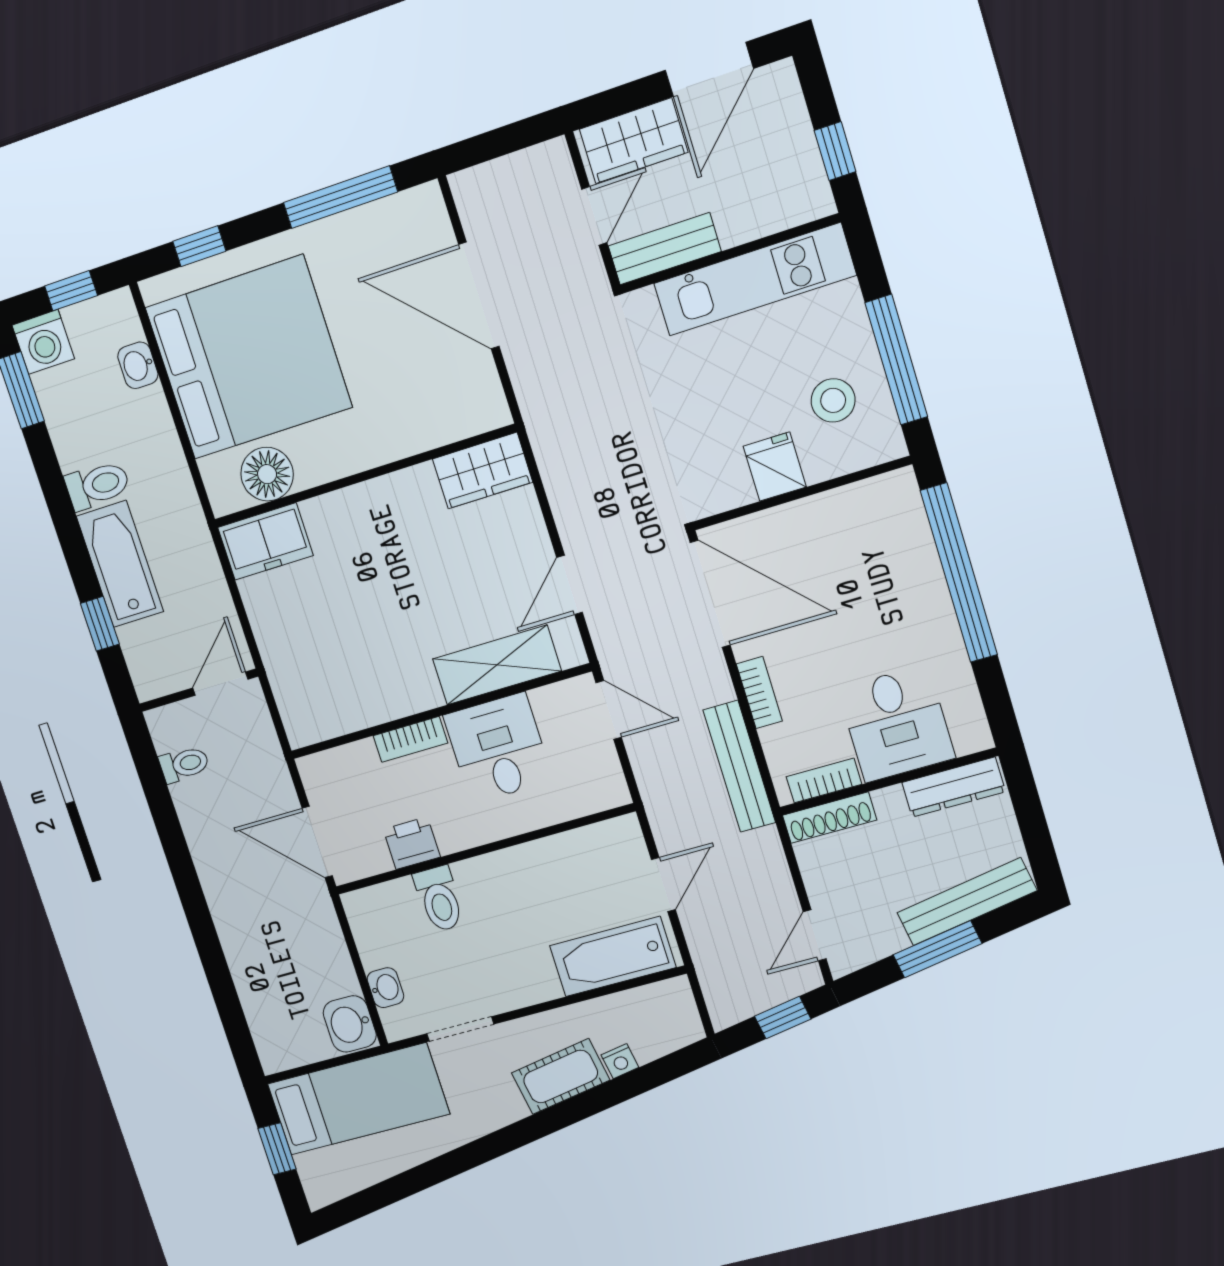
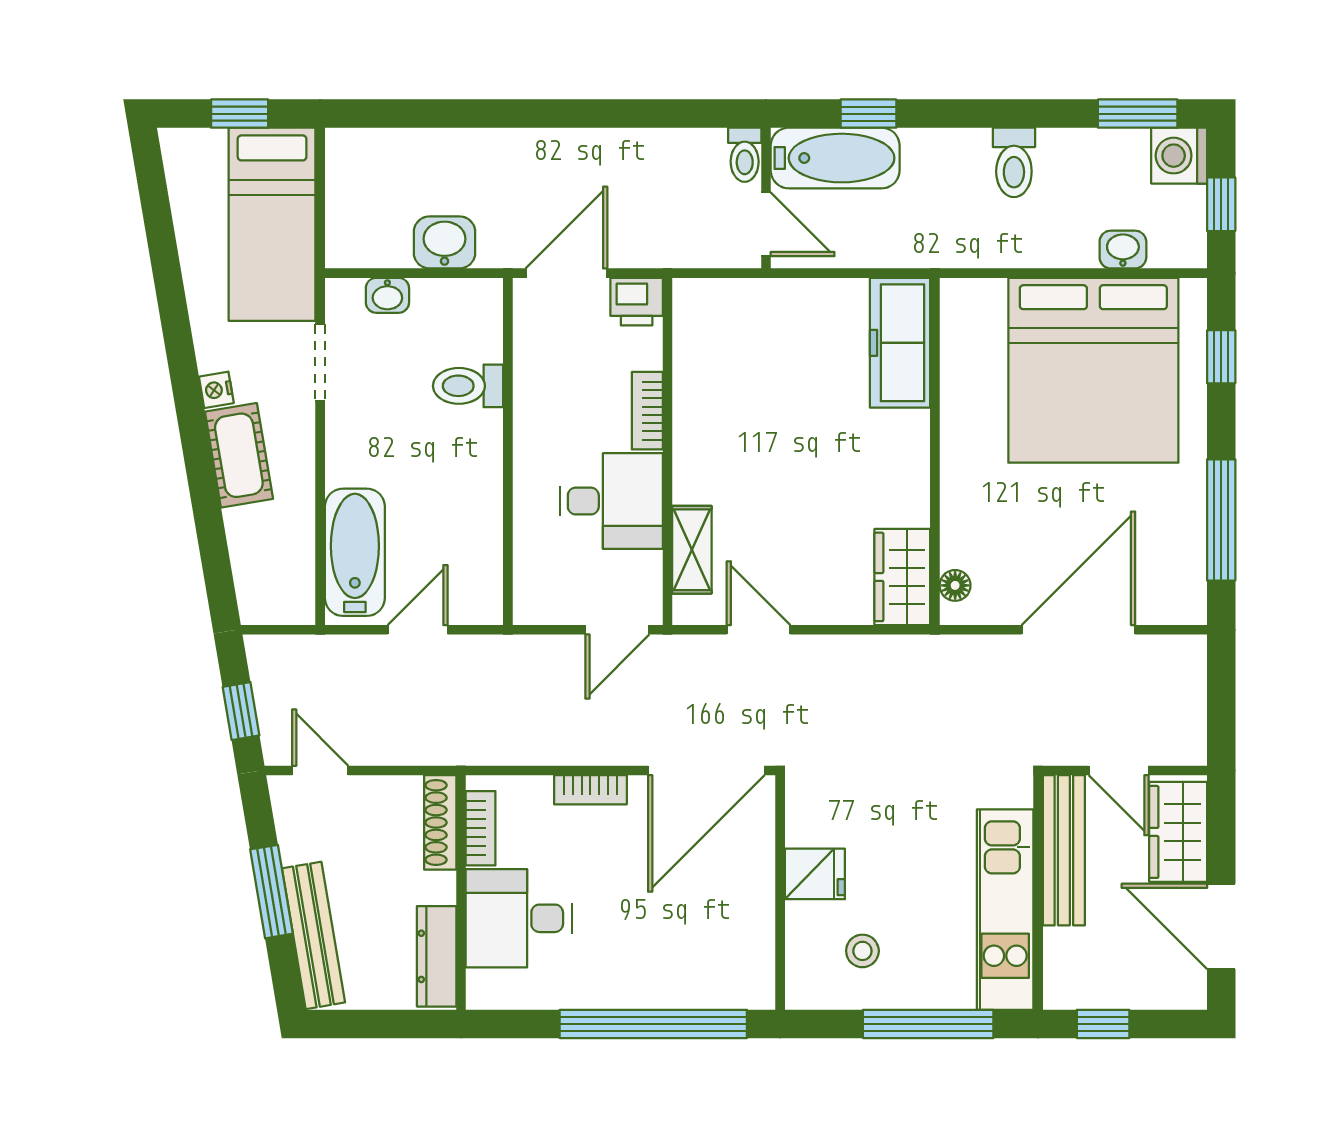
bench: (665, 249) -> (1064, 850), width x1.36
window: (896, 360) -> (928, 1024), moved
stool: (833, 400) -> (862, 951), width x0.73, depth x0.73
floor lamp: (267, 474) -> (955, 585), moved, width x0.53, depth x0.53
freezer: (265, 541) -> (900, 343), width x1.40
bathtub: (120, 564) -> (835, 158), moved
shelving: (497, 665) -> (692, 550), width x0.67, depth x0.75
toilet: (184, 764) -> (745, 155), moved
bench: (739, 766) -> (520, 746), removed
printer: (412, 843) -> (637, 302), moved, turned 90
door: (663, 884) -> (418, 630), swing flipped
washbasin: (350, 1024) -> (444, 242), moved
nightstand: (620, 1061) -> (216, 390), moved

